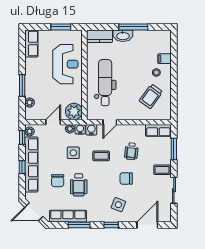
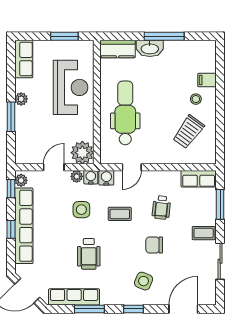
plant: (30, 103) -> (21, 99), moved
chair: (58, 181) -> (60, 248), removed

